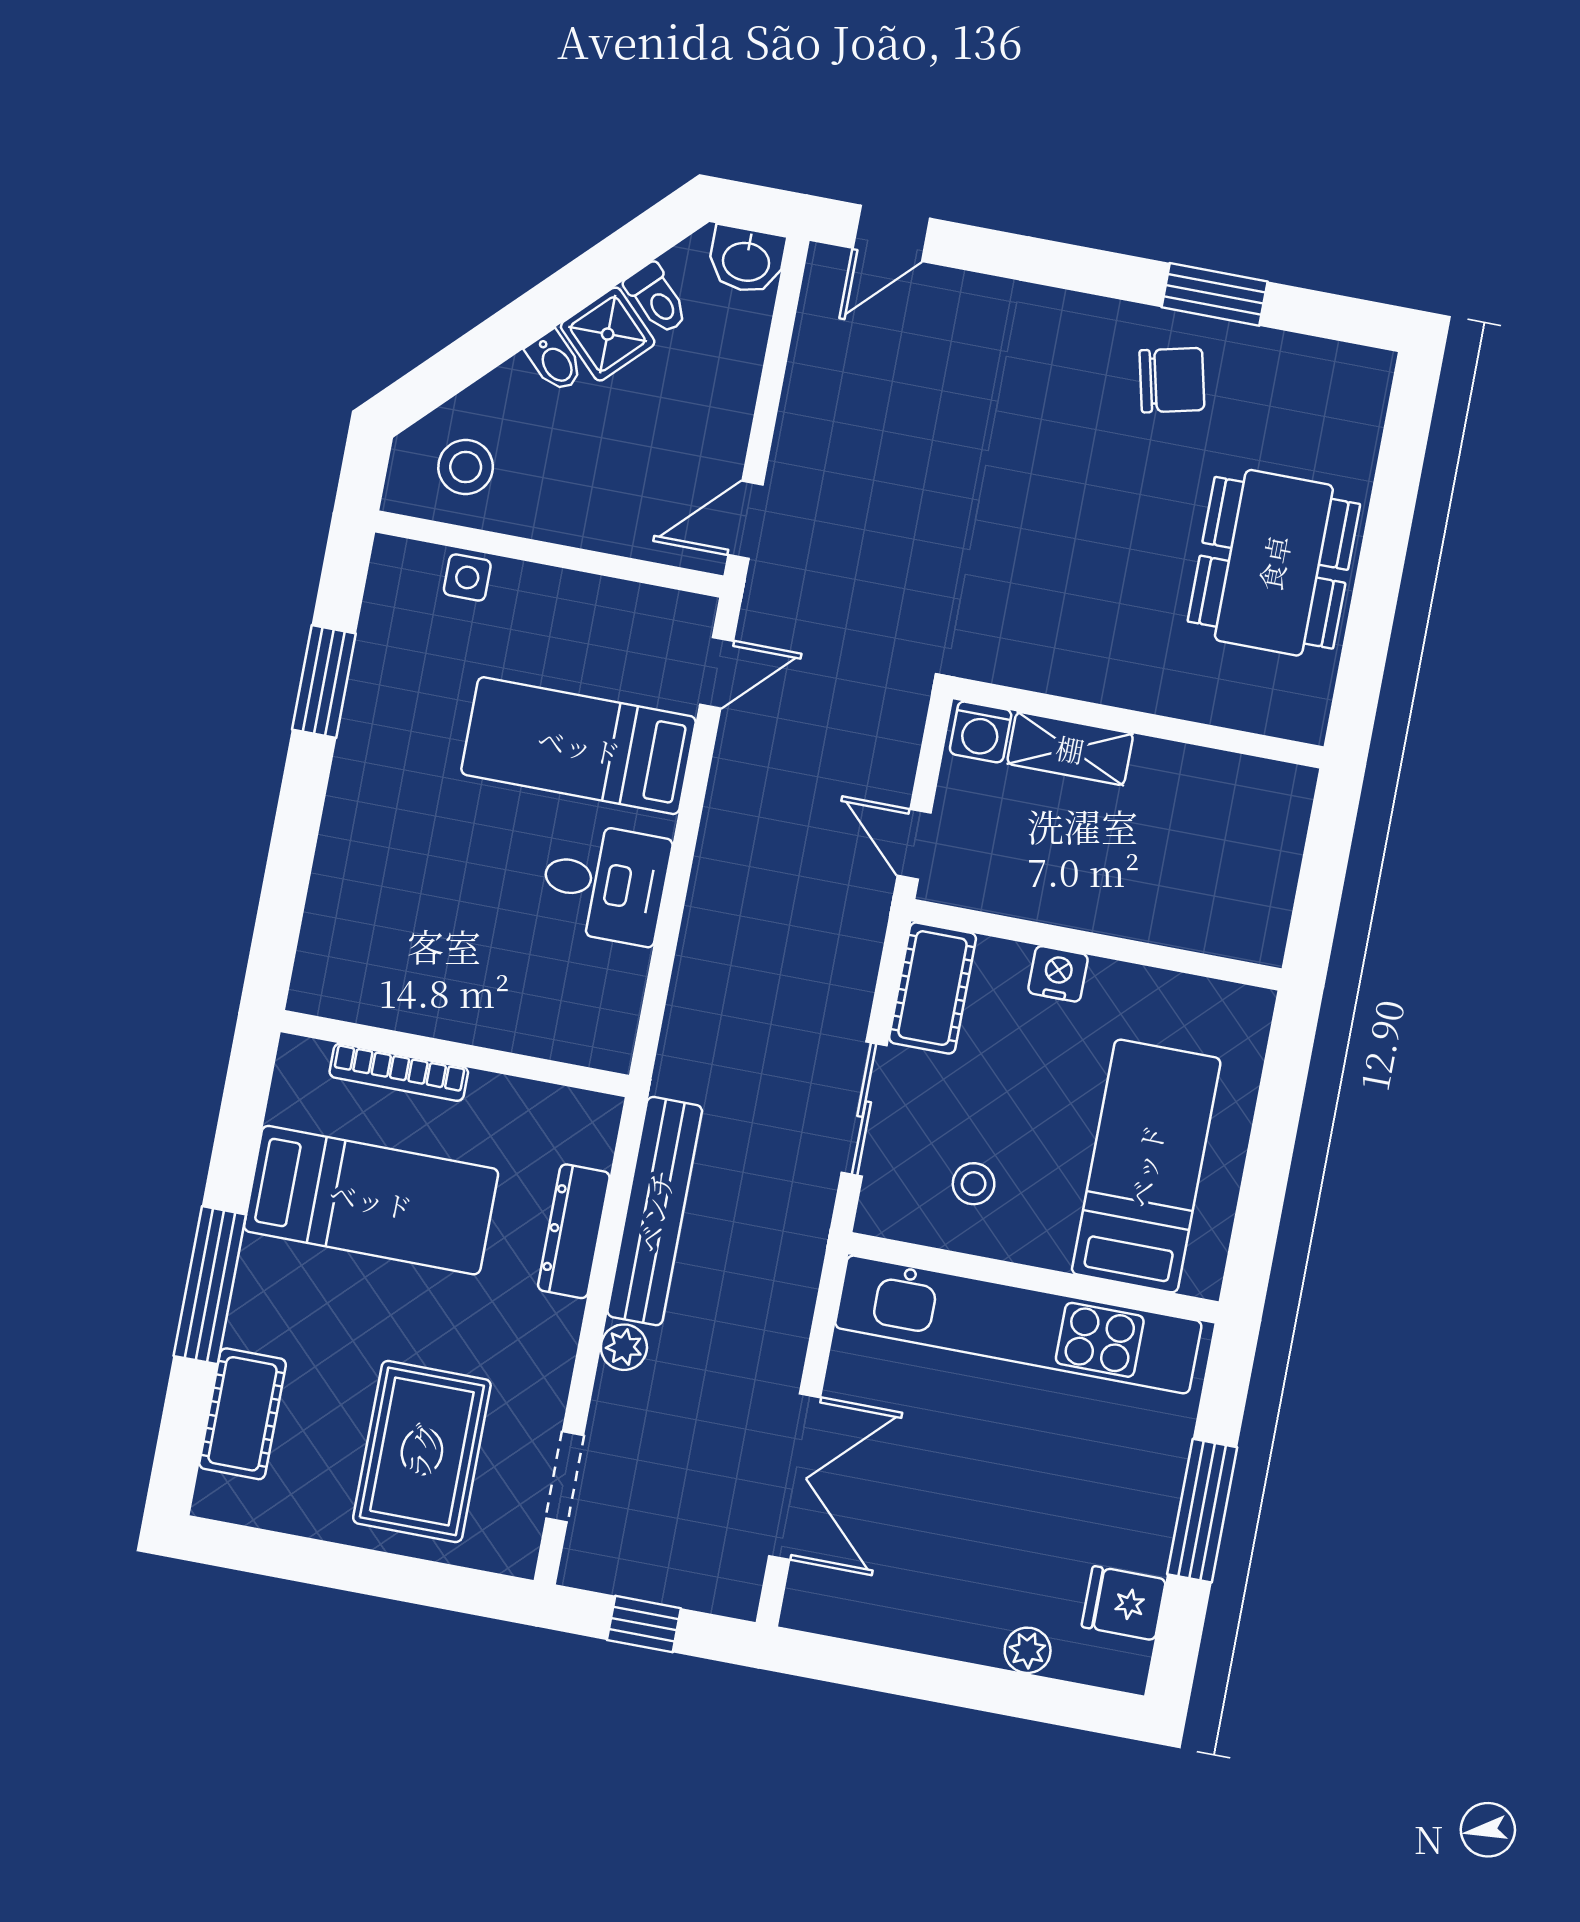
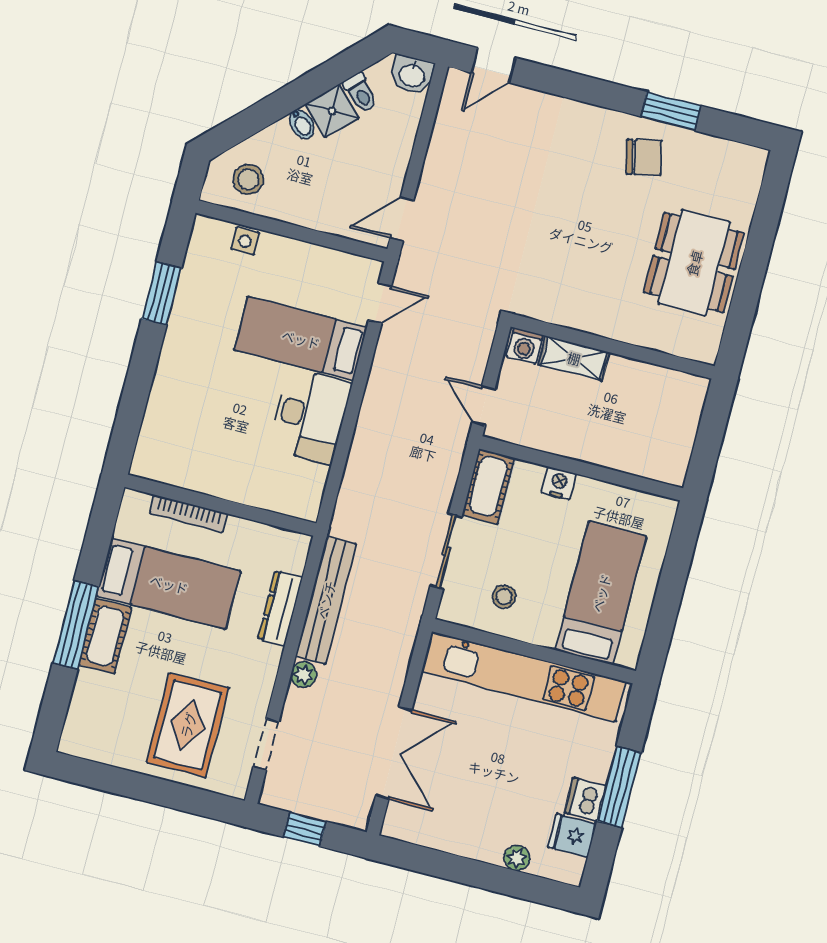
desk: (605, 883) -> (310, 416), width x1.37
cot: (243, 1414) -> (105, 636), moved
dishwasher: (1143, 1537) -> (585, 799), added

